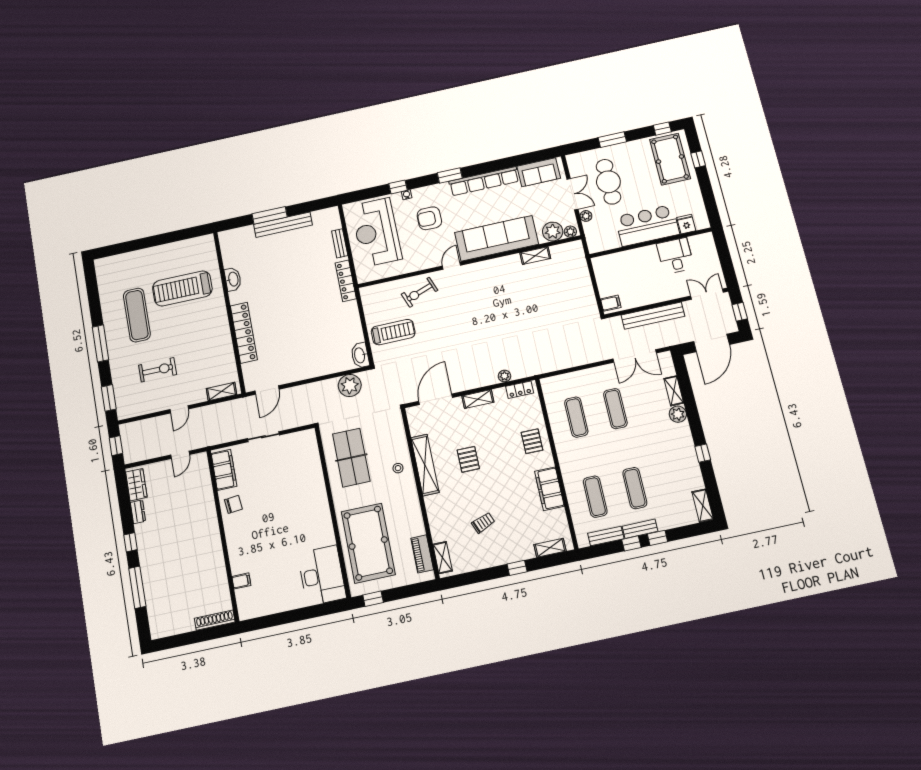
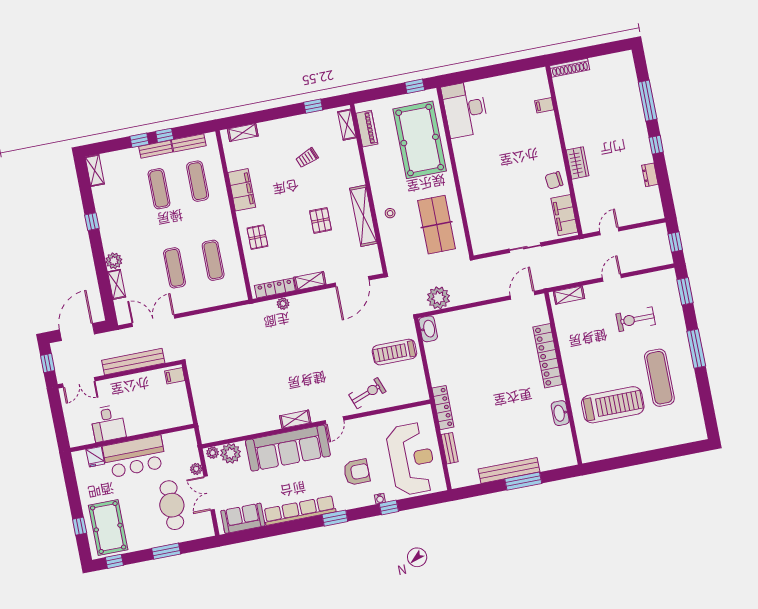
shelving: (535, 256) -> (295, 419), moved
locker: (520, 390) -> (275, 288), width x1.53
wardrobe: (136, 485) -> (577, 163), moved, turned 180
window: (517, 568) -> (313, 106), moved

